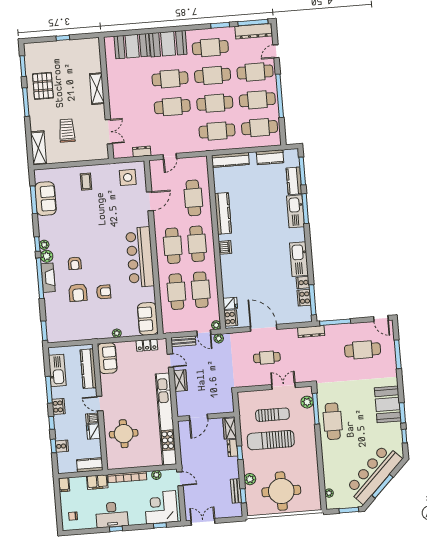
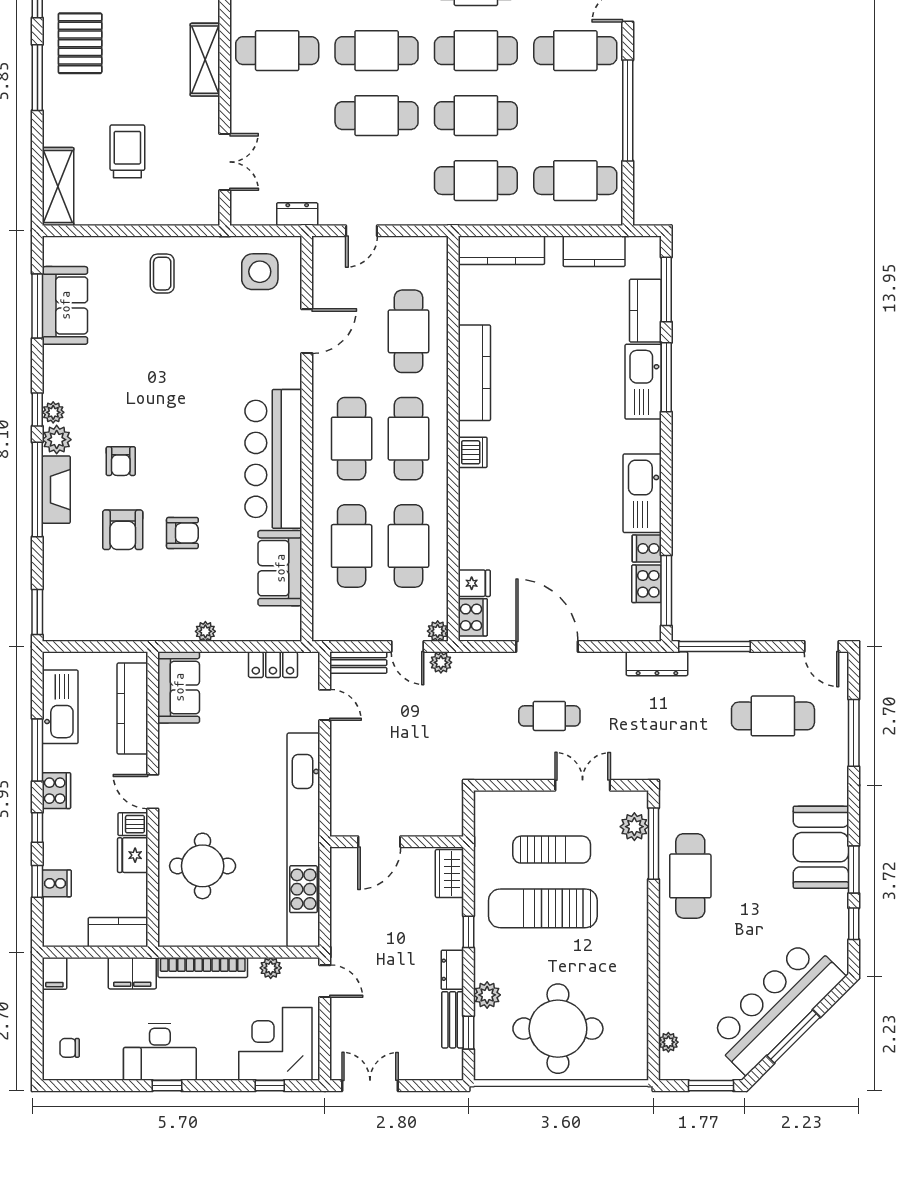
cafe table: (257, 100) -> (277, 51), moved
sofa: (148, 319) -> (280, 568), moved
wardrobe: (180, 381) -> (344, 753), removed
dresser: (232, 448) -> (452, 970), moved

